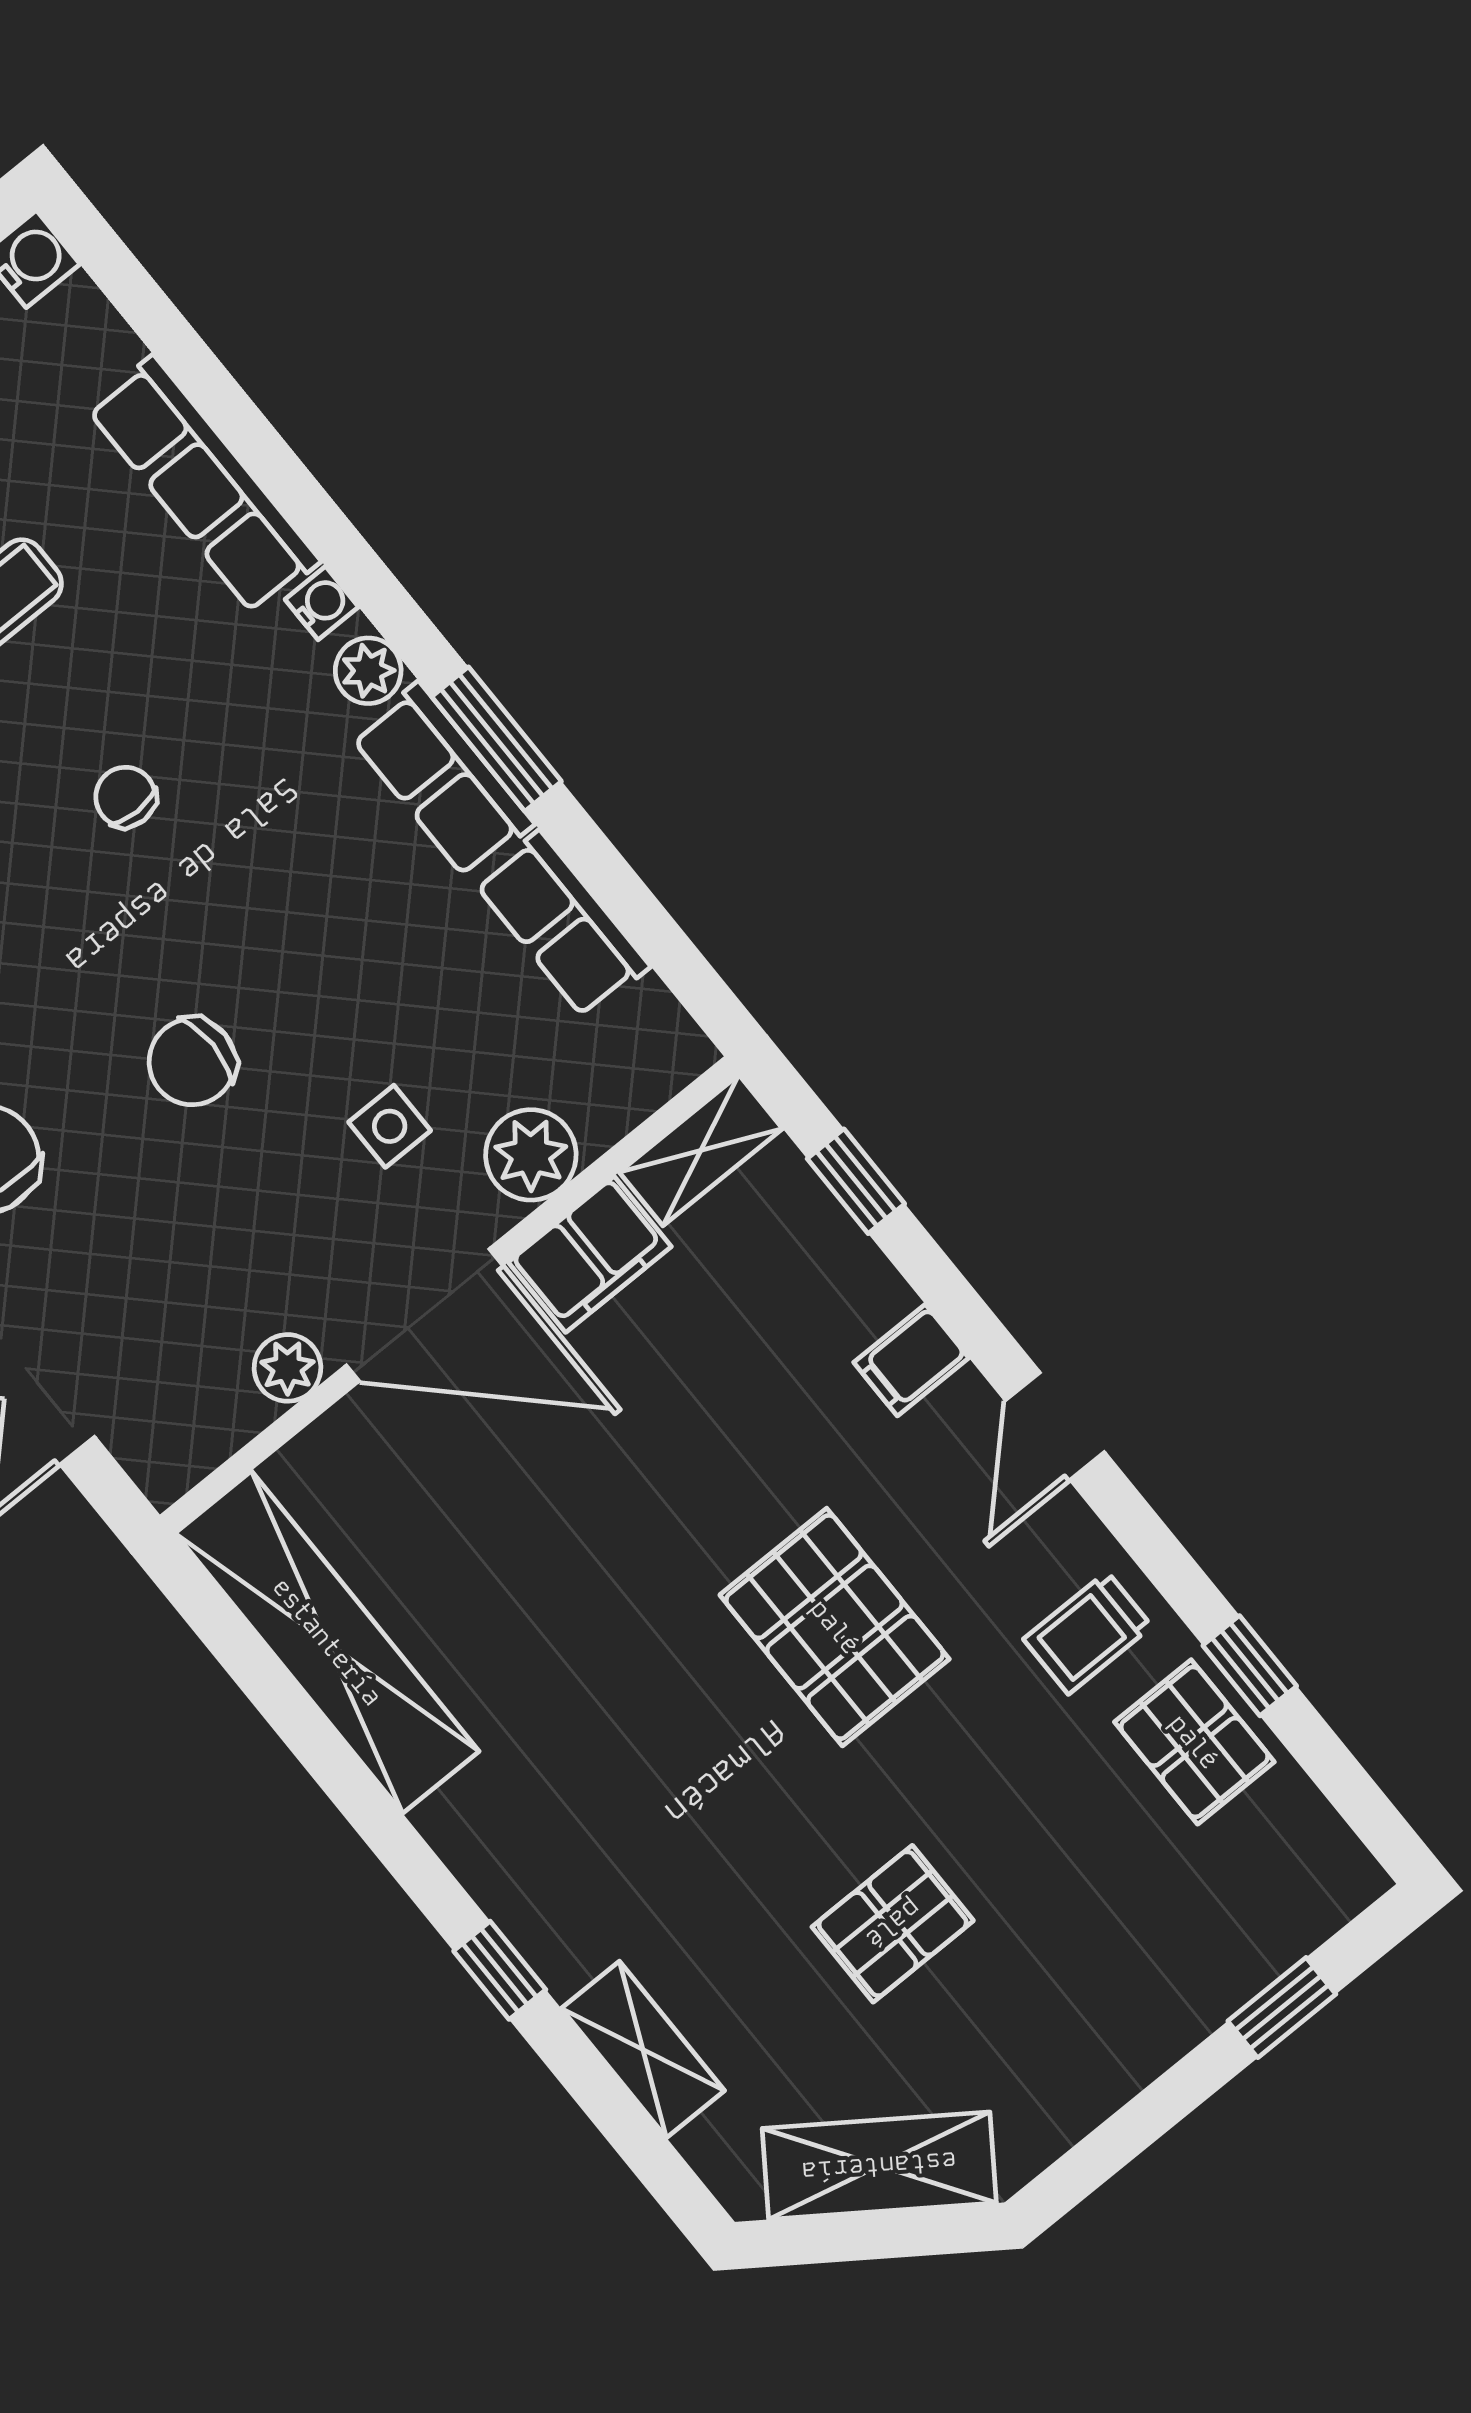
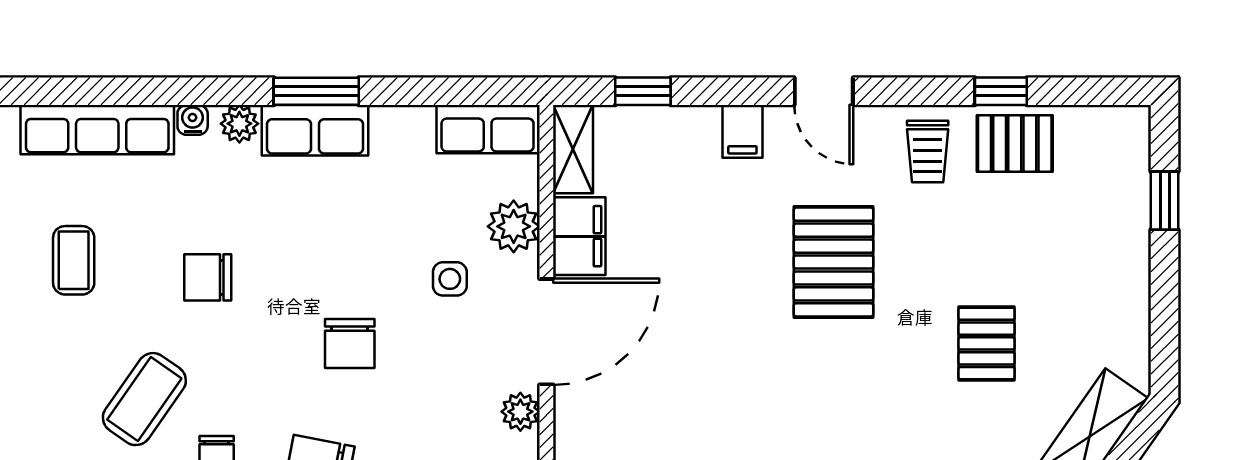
chair: (126, 797) -> (208, 277), width x1.37, depth x1.37
row of seats: (562, 925) -> (488, 129), moved
pallet: (835, 1627) -> (834, 262), turned 90

